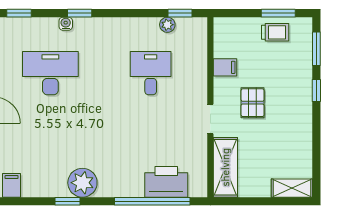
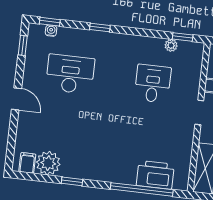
water cooler: (66, 24) -> (51, 31), moved
doorway: (210, 119) -> (199, 112), moved
plant: (82, 183) -> (48, 163), moved

